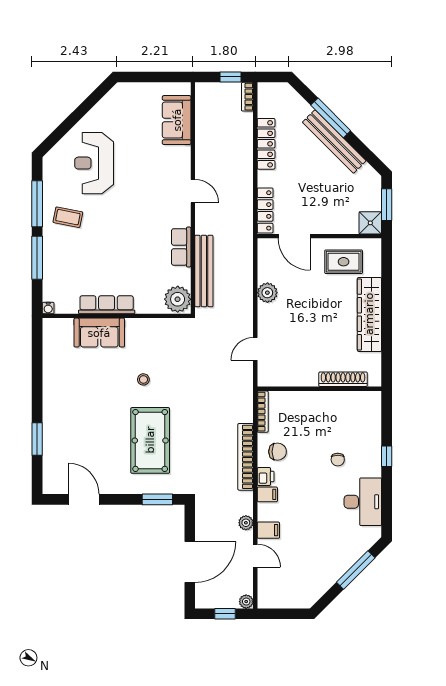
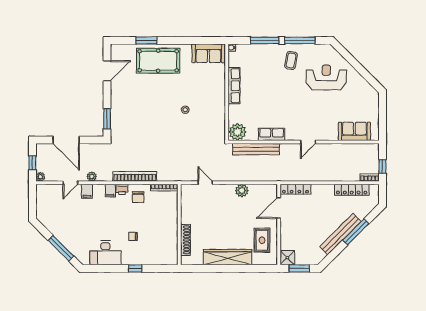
locker: (266, 144) -> (352, 190), moved
sofa: (99, 333) -> (208, 53), moved, turned -90
pool table: (150, 440) -> (158, 61), moved

